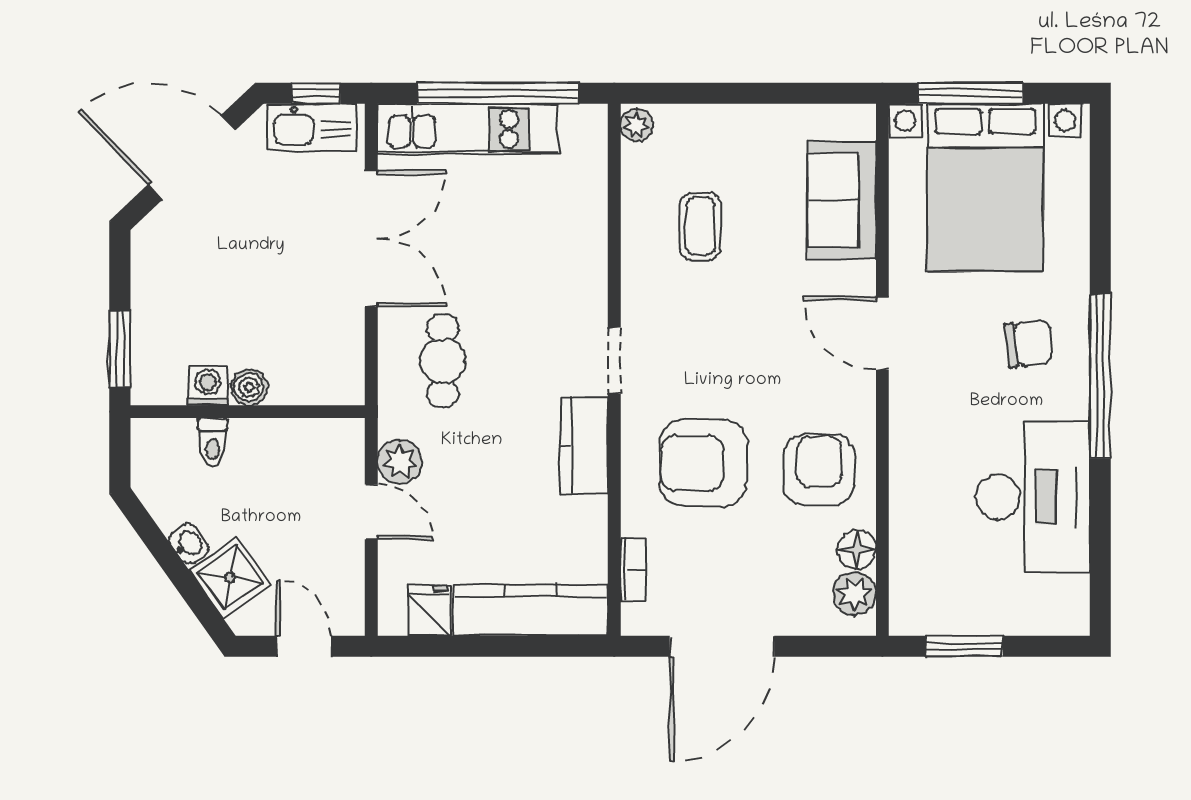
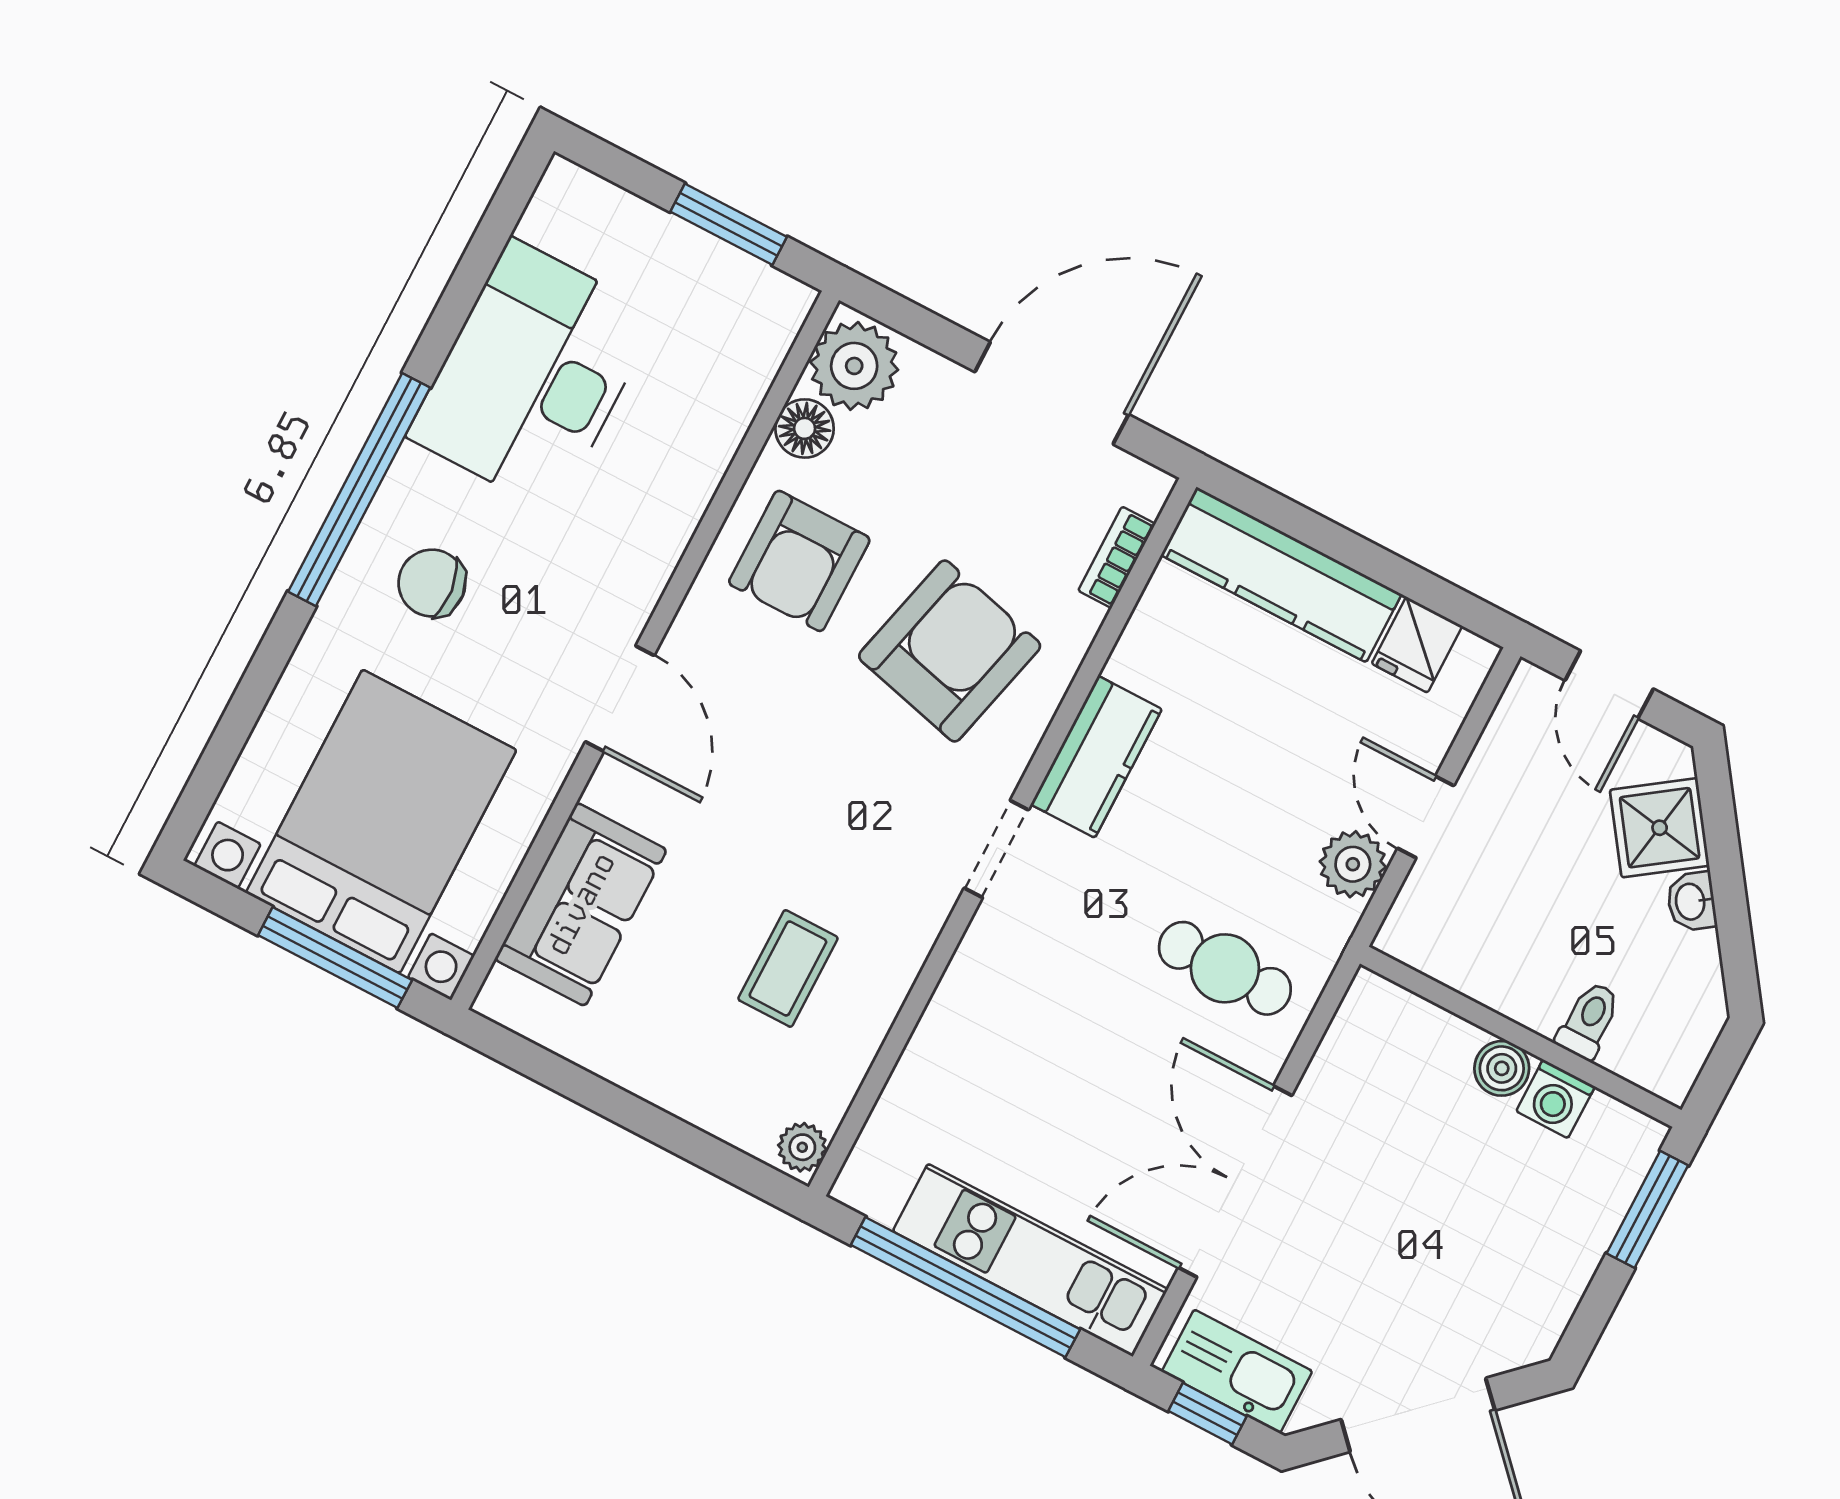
cafe table: (443, 361) -> (1225, 968), turned 90
armchair: (703, 463) -> (950, 651), turned -76
plant: (855, 594) -> (854, 366), width x1.36, depth x1.36

